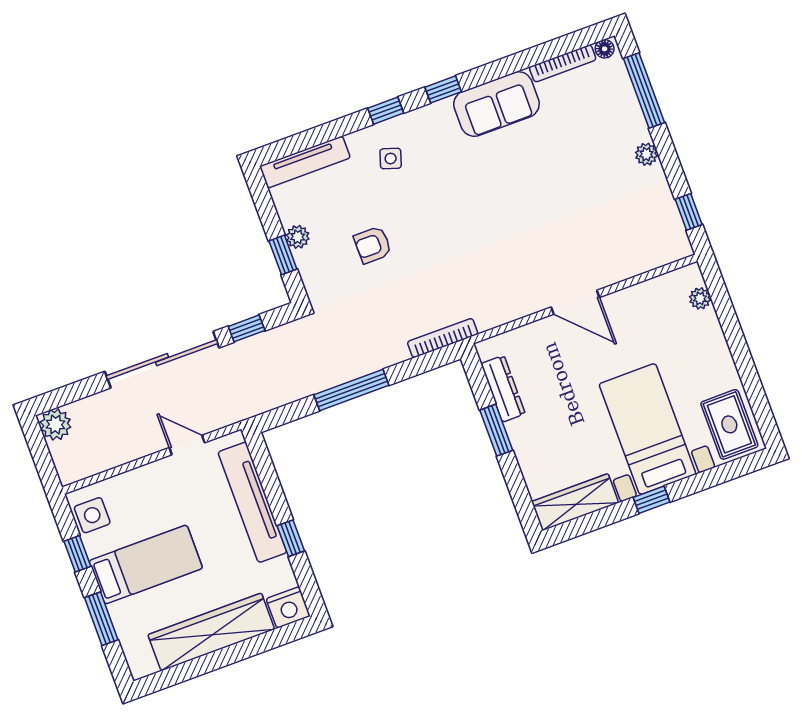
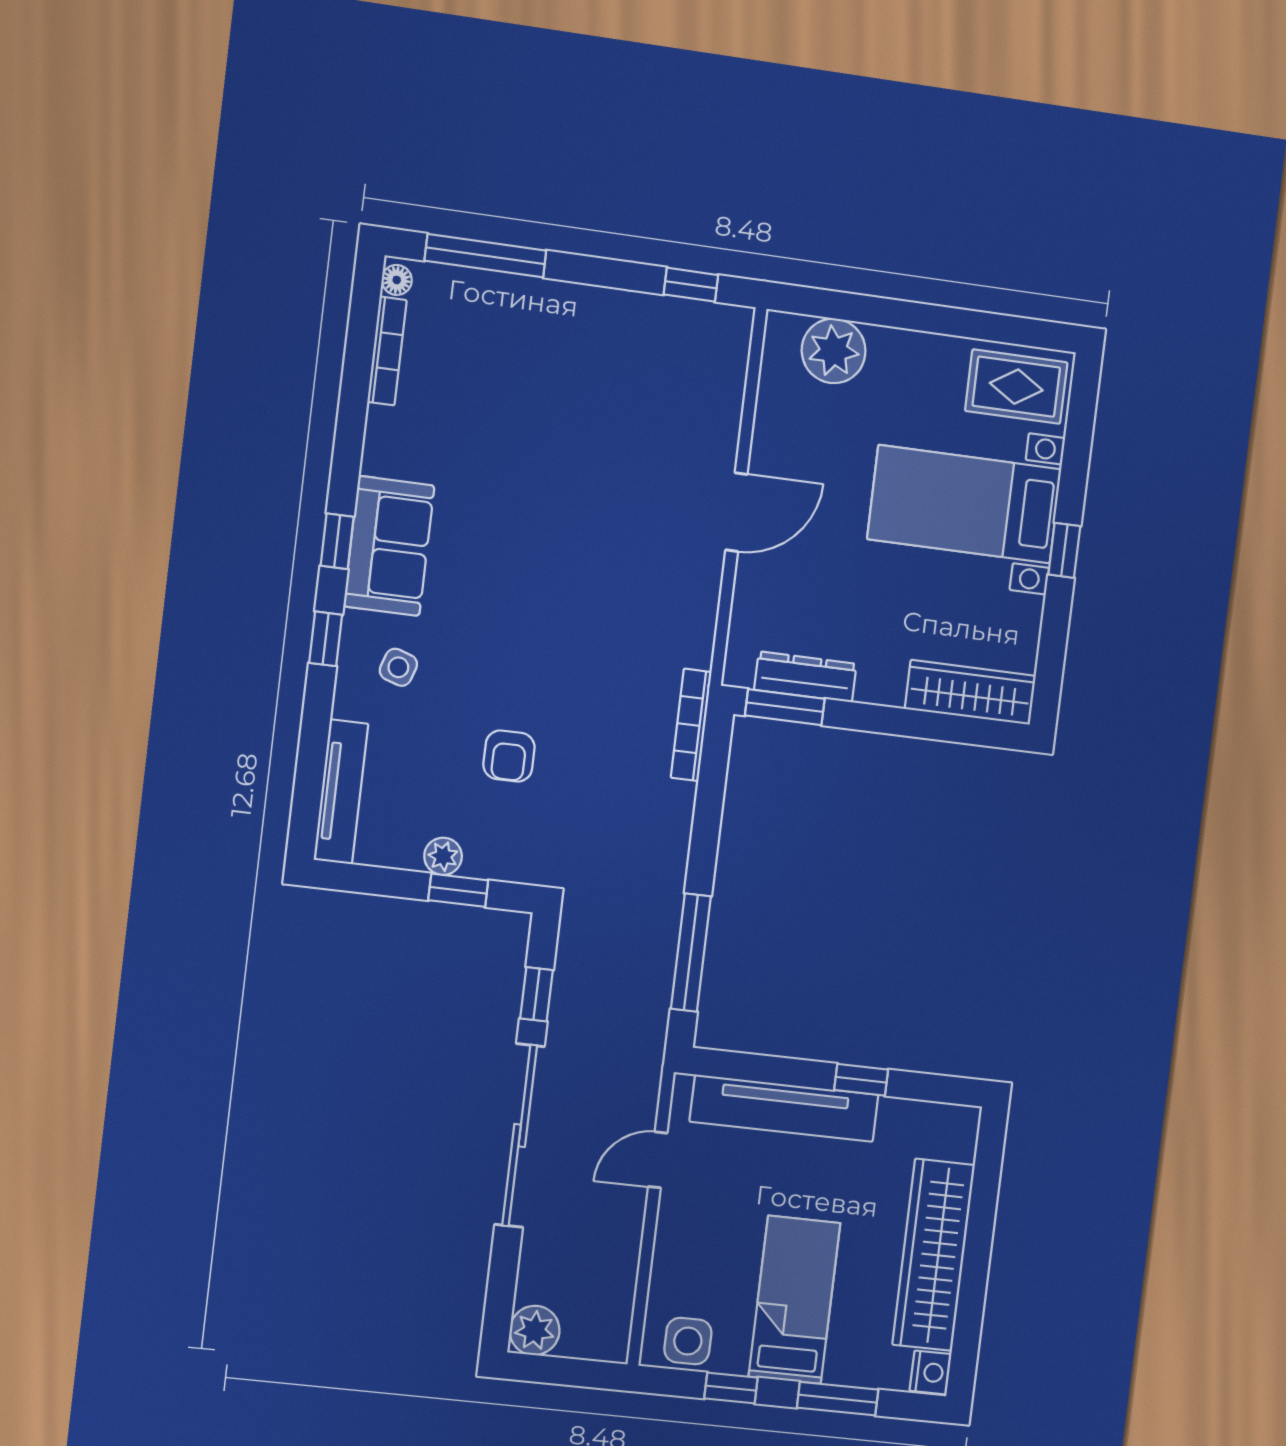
sofa: (496, 104) -> (389, 546), moved
plant: (646, 154) -> (578, 301), removed
plant: (700, 298) -> (834, 351), width x1.88, depth x1.88
window: (351, 390) -> (691, 953), moved
window: (496, 430) -> (785, 707), moved
wardrobe: (575, 502) -> (970, 692), moved, turned 90
nightstand: (288, 607) -> (930, 1372), moved, width x0.74, depth x0.75

